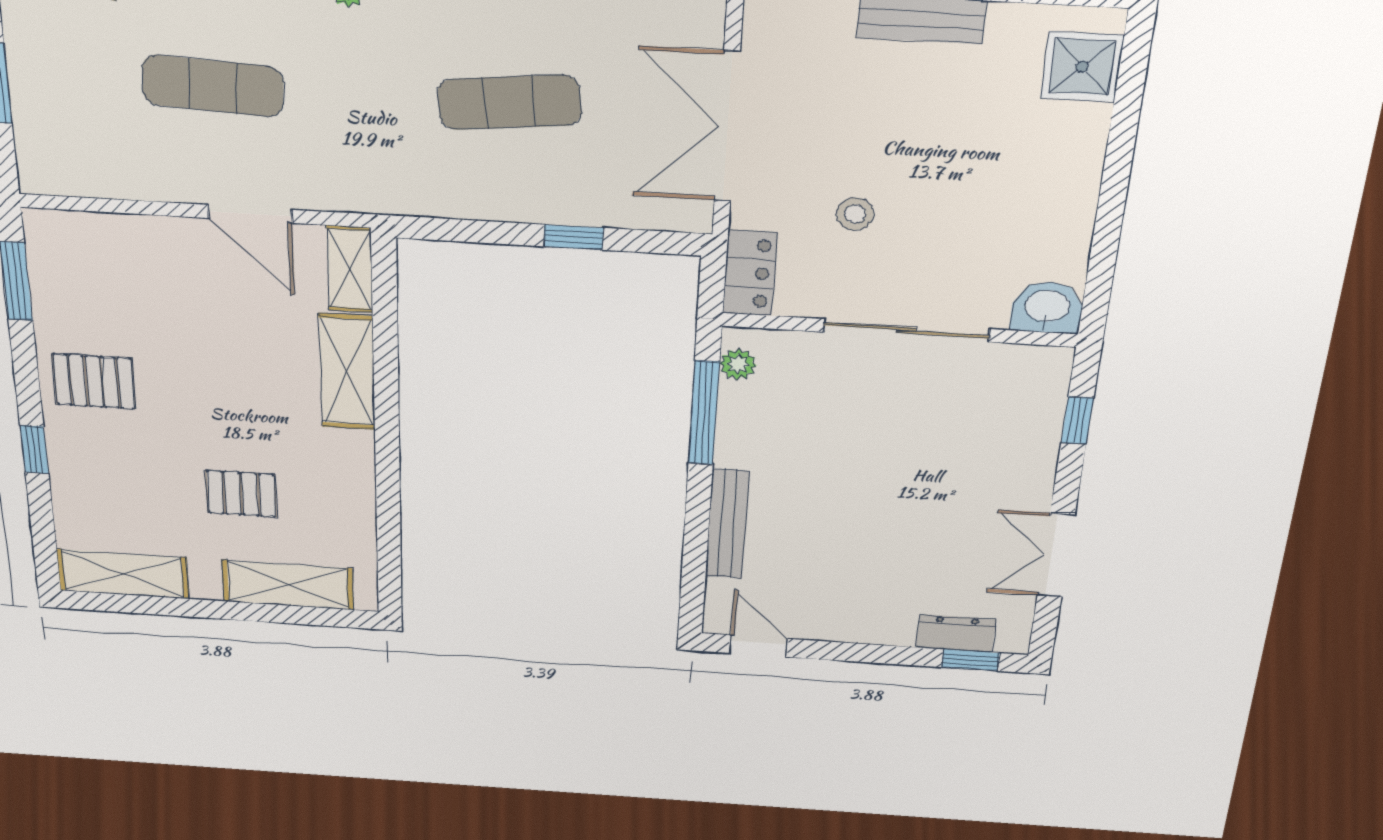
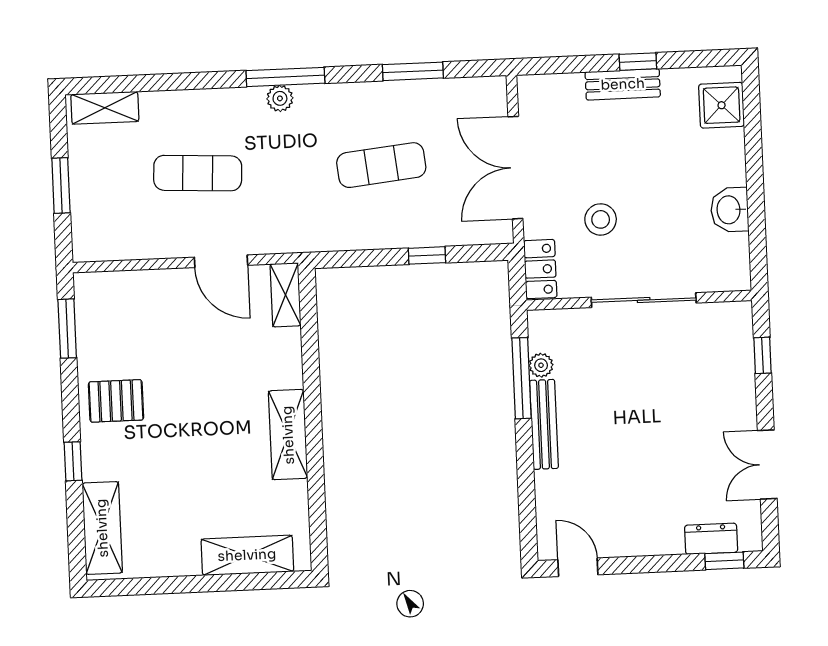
stool: (855, 214) -> (601, 219), width x1.37, depth x1.37
washbasin: (1047, 307) -> (730, 210), moved, turned -90
plant: (738, 364) -> (541, 365), moved
shelving: (347, 372) -> (288, 435), moved
pallet: (241, 494) -> (215, 481), removed
bench: (727, 524) -> (544, 424), moved
shelving: (123, 574) -> (102, 528), moved, turned 90

